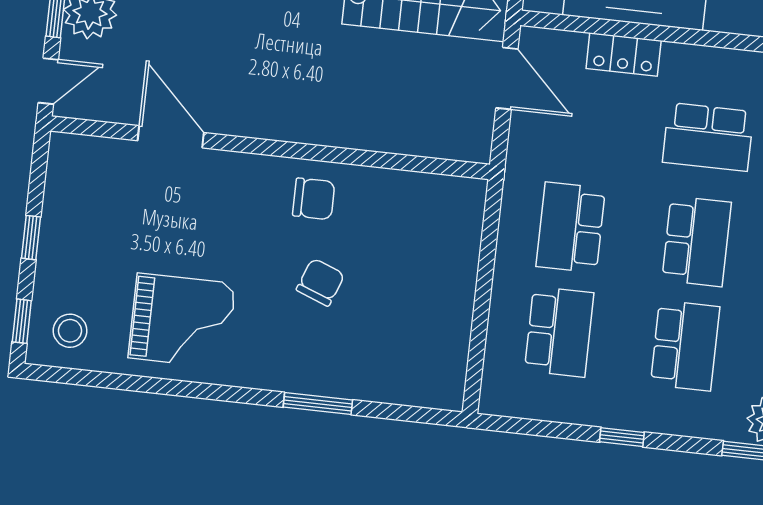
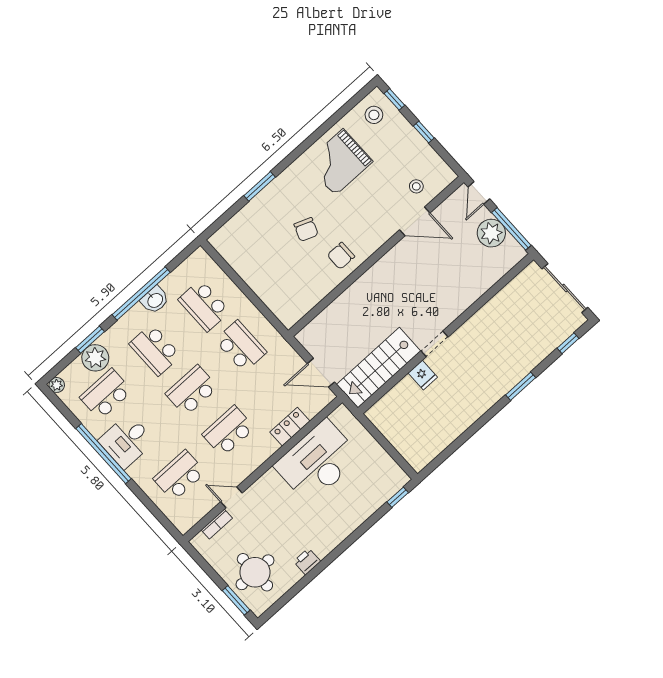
stool: (119, 179) -> (416, 186), added
school desk: (697, 241) -> (192, 390), turned 90
washbasin: (614, 409) -> (155, 300), added
window: (622, 437) -> (141, 293), width x3.17

